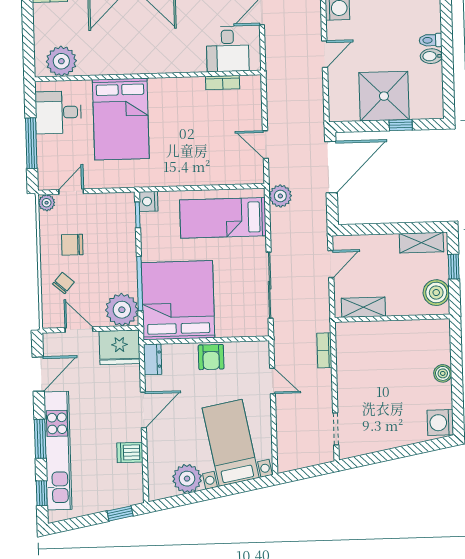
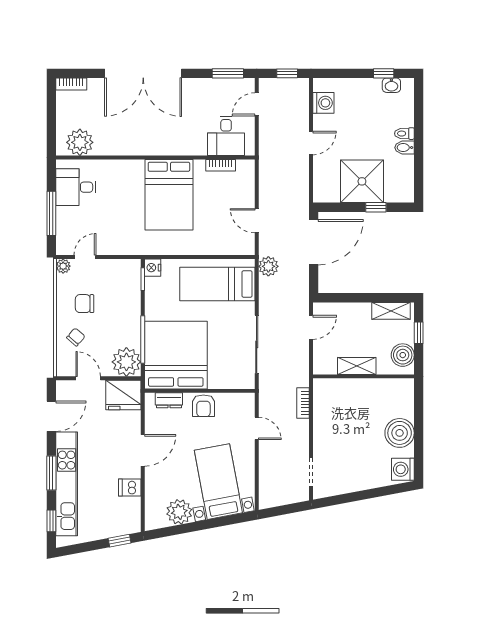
bed: (121, 119) -> (169, 195), moved
shelving: (363, 307) -> (357, 366), moved
dresser: (153, 359) -> (169, 400), moved, turned 90
boiler: (443, 373) -> (400, 433), width x1.86, depth x1.86

